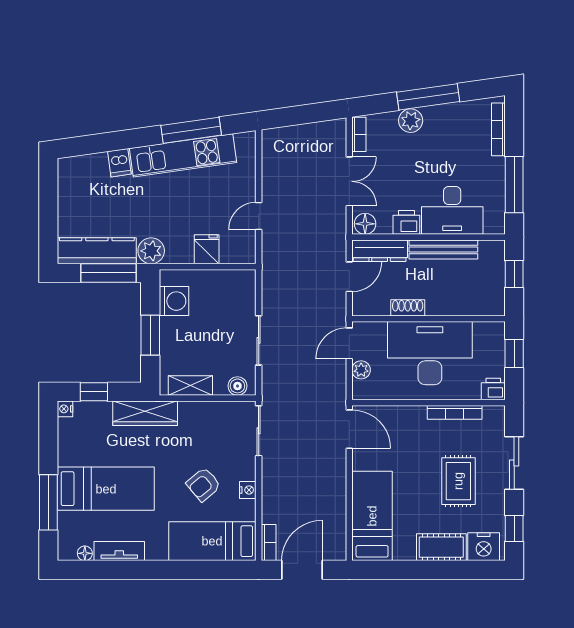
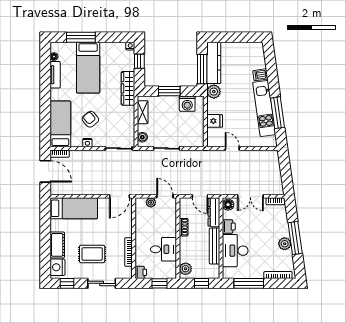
plant: (411, 121) -> (285, 244), moved
plant: (486, 304) -> (185, 269), added
desk: (430, 353) -> (164, 249), width x0.53, depth x0.77

